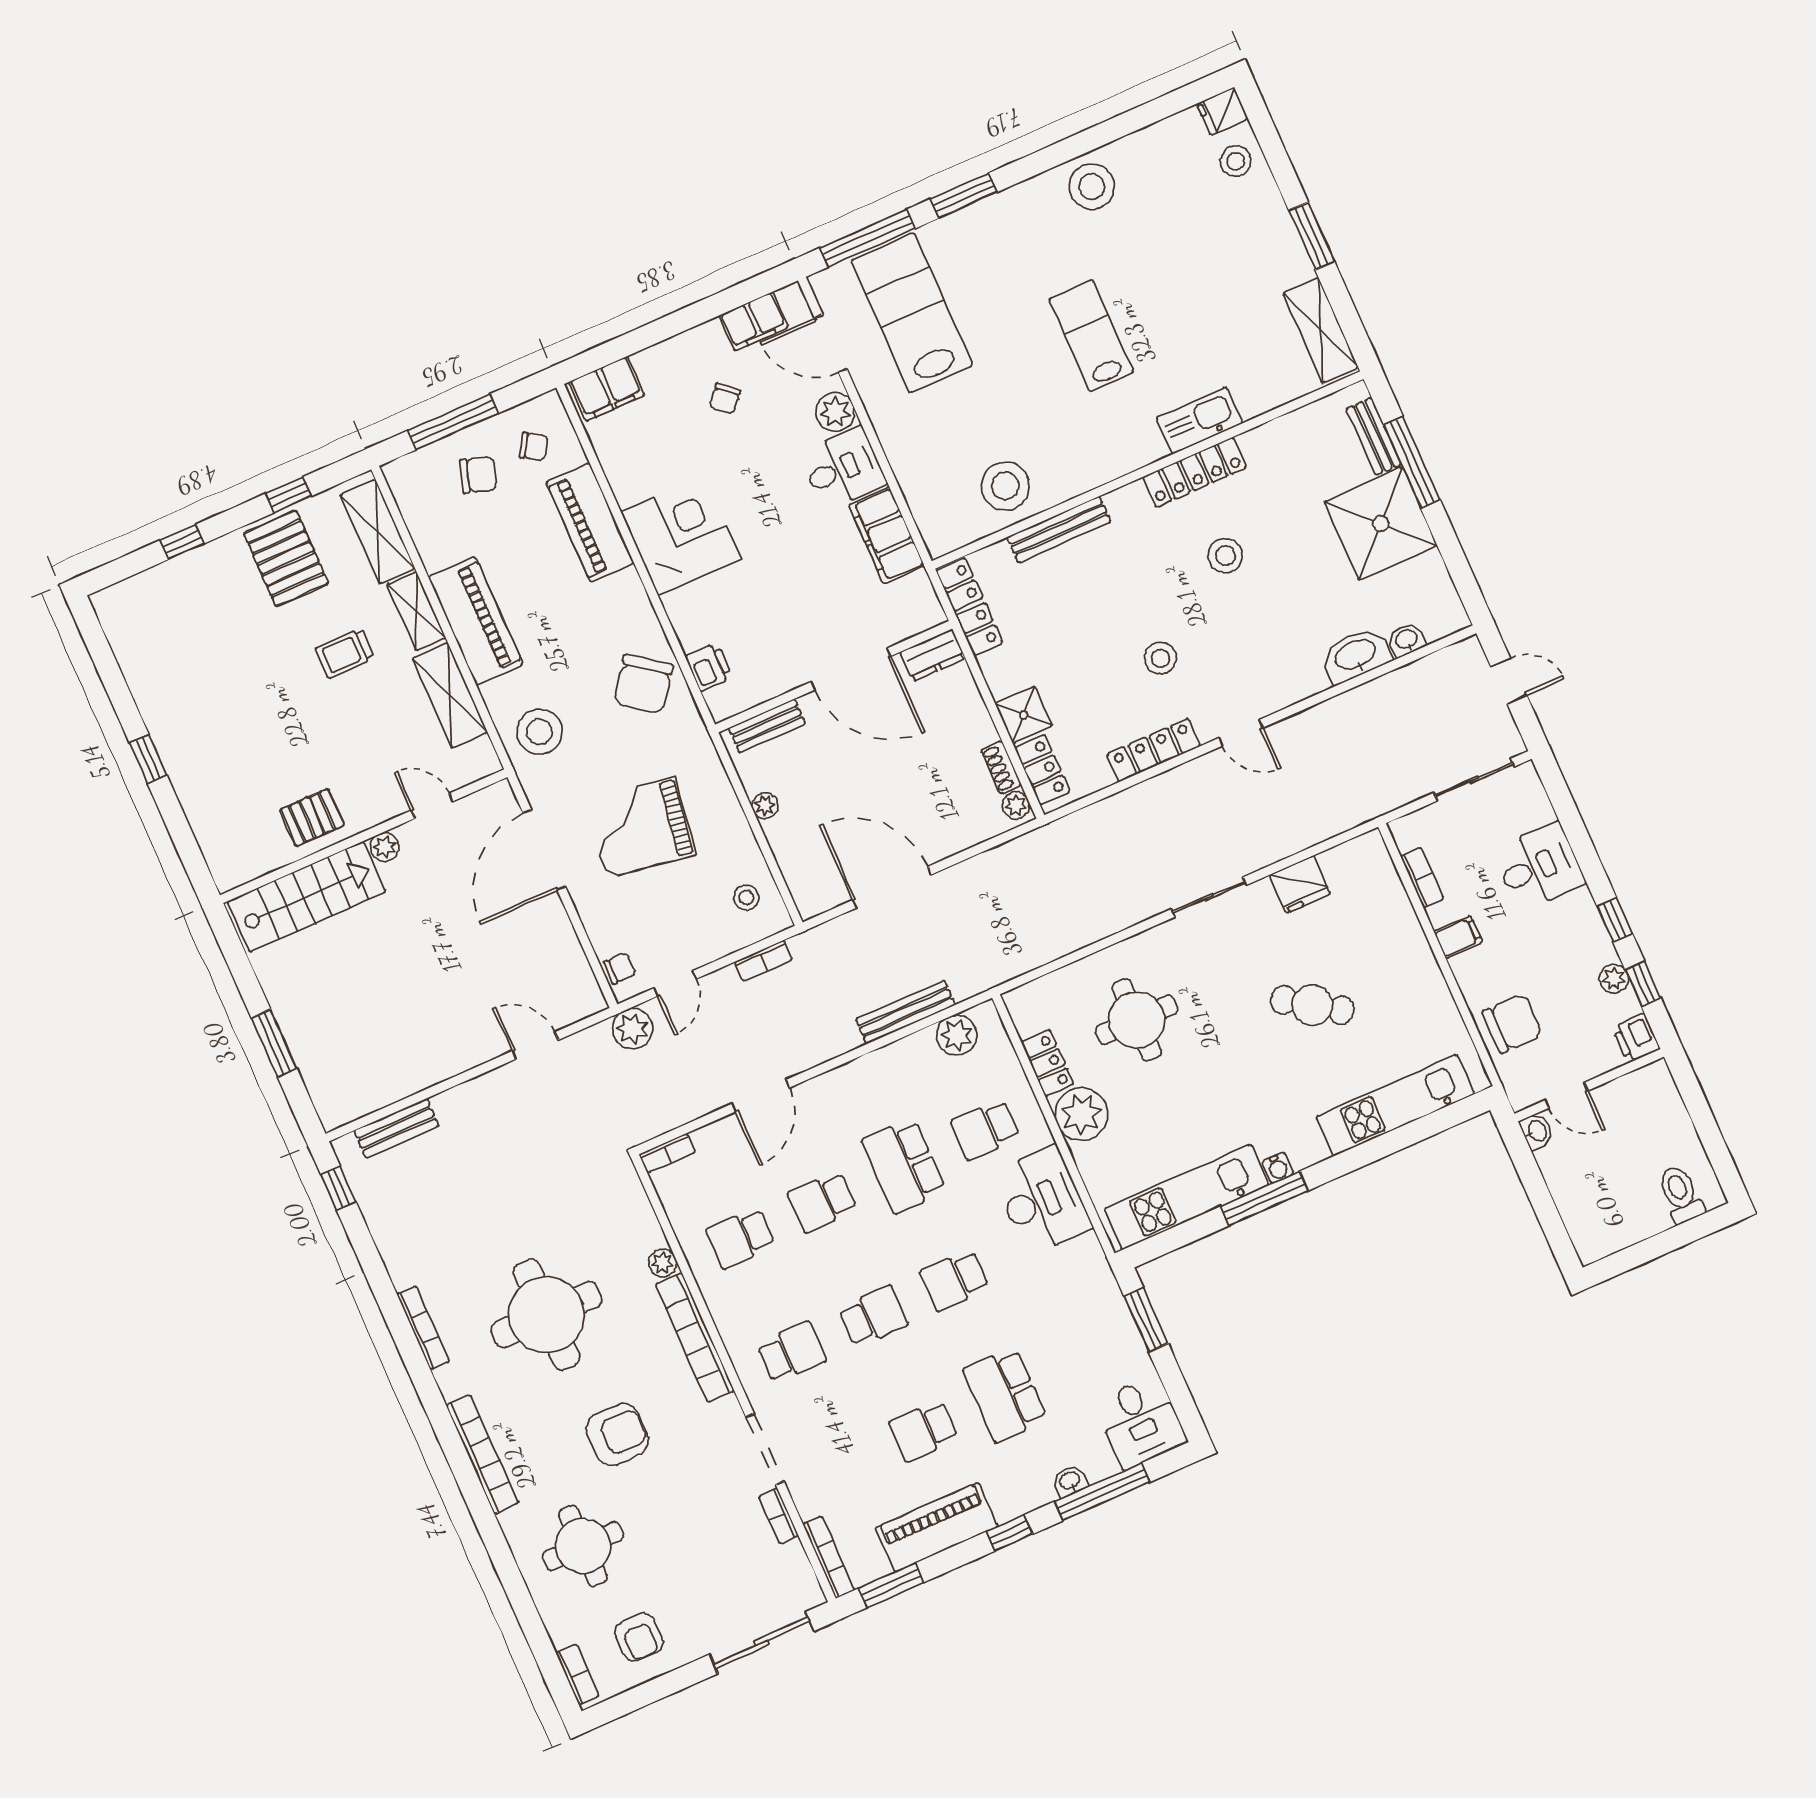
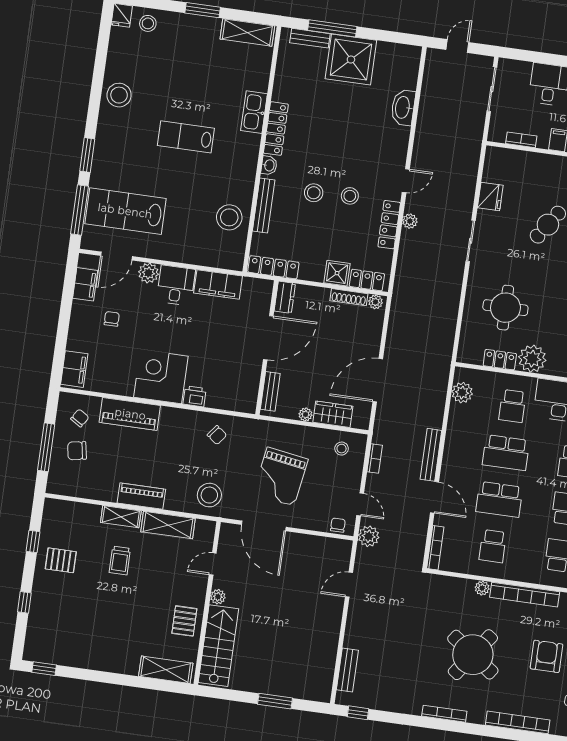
chair: (725, 399) -> (112, 319), turned -131
chair: (478, 475) -> (77, 451), turned -118
shelving: (378, 532) -> (166, 670), moved
stool: (1225, 556) -> (314, 193), moved
pallet: (286, 558) -> (61, 560), width x0.67, depth x0.71
piano: (476, 621) -> (141, 496), width x0.73, depth x0.75
washbasin: (1407, 640) -> (269, 165), moved, turned 180
printer: (709, 667) -> (195, 396), moved
chair: (643, 684) -> (217, 435), width x0.54, depth x0.54
window: (148, 759) -> (44, 669), moved
shoe rack: (1001, 767) -> (349, 297), width x1.43
plant: (1180, 780) -> (410, 221), added
wardrobe: (793, 849) -> (333, 414), added
bench: (906, 1012) -> (431, 455), moved
bookcase: (667, 1153) -> (435, 548), width x1.56
school desk: (822, 1202) -> (499, 499), width x1.85
round table: (546, 1315) -> (473, 655), turned 36

